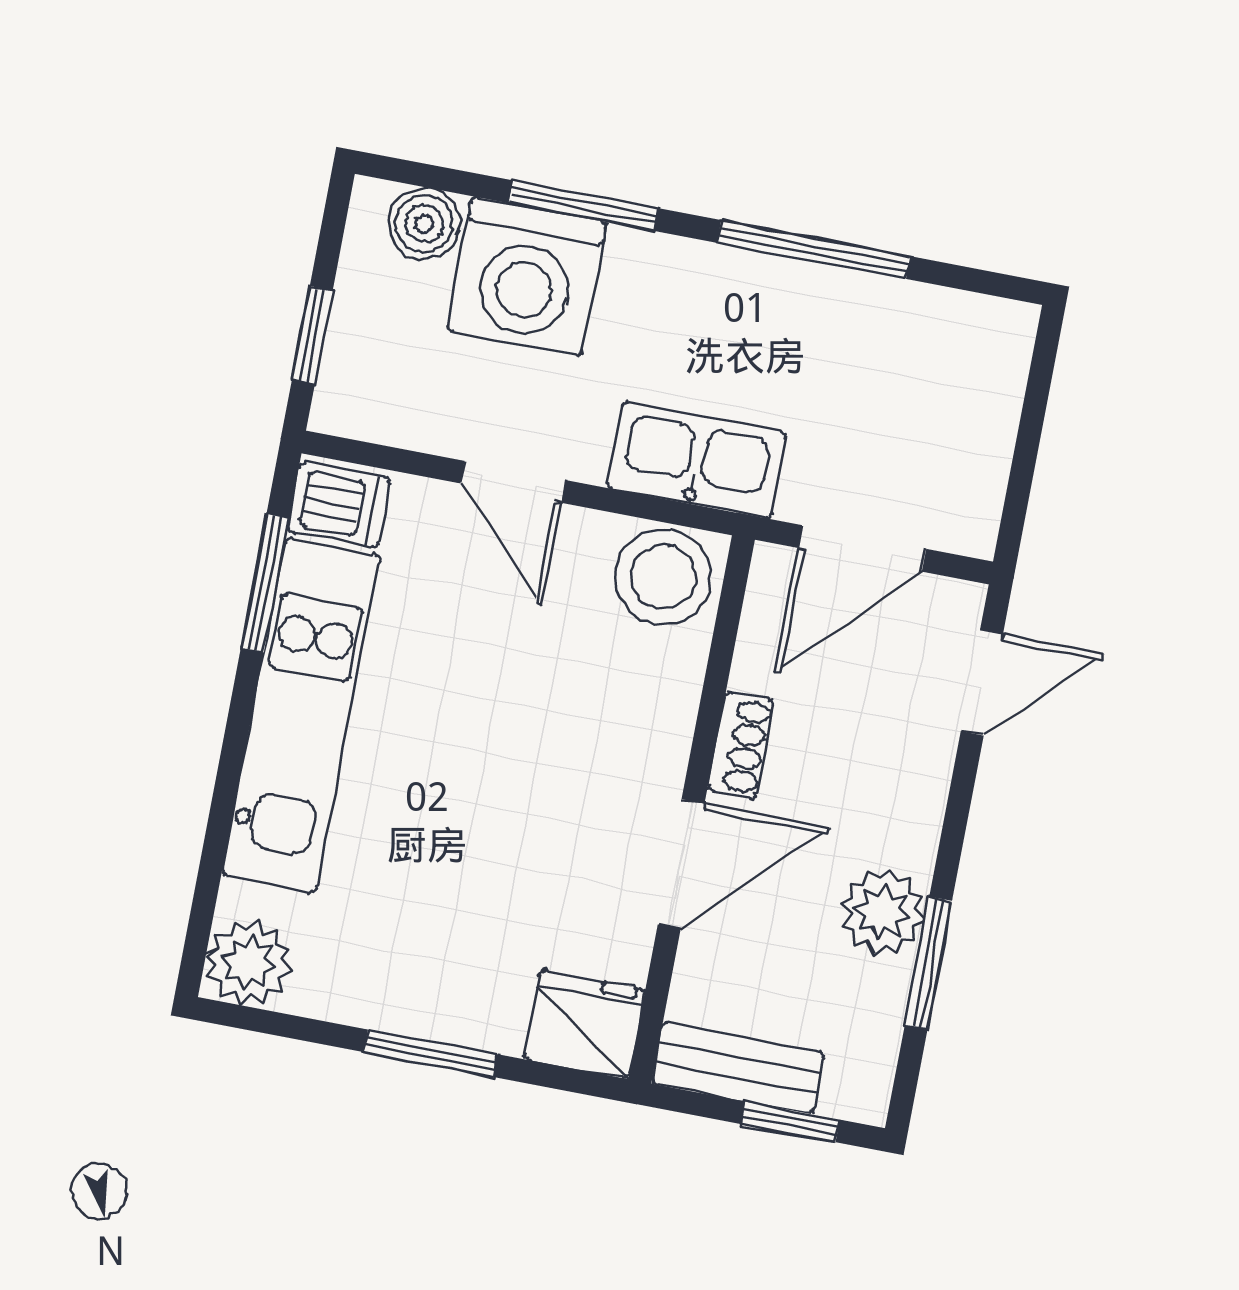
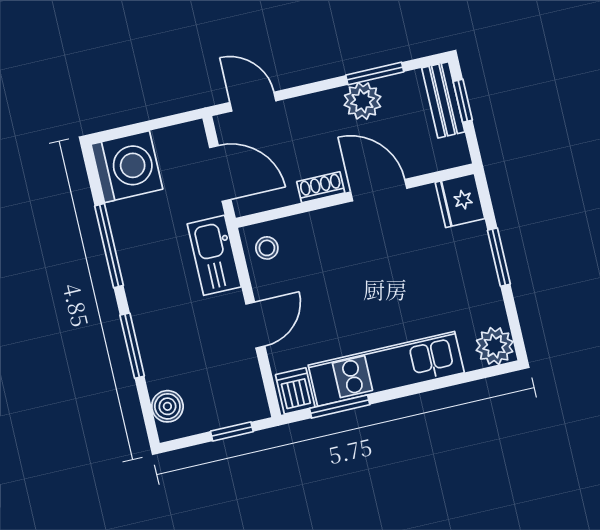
washing machine: (527, 276) -> (127, 167), moved
stool: (663, 577) -> (267, 248), width x0.53, depth x0.53
bench: (738, 1068) -> (443, 100), moved

